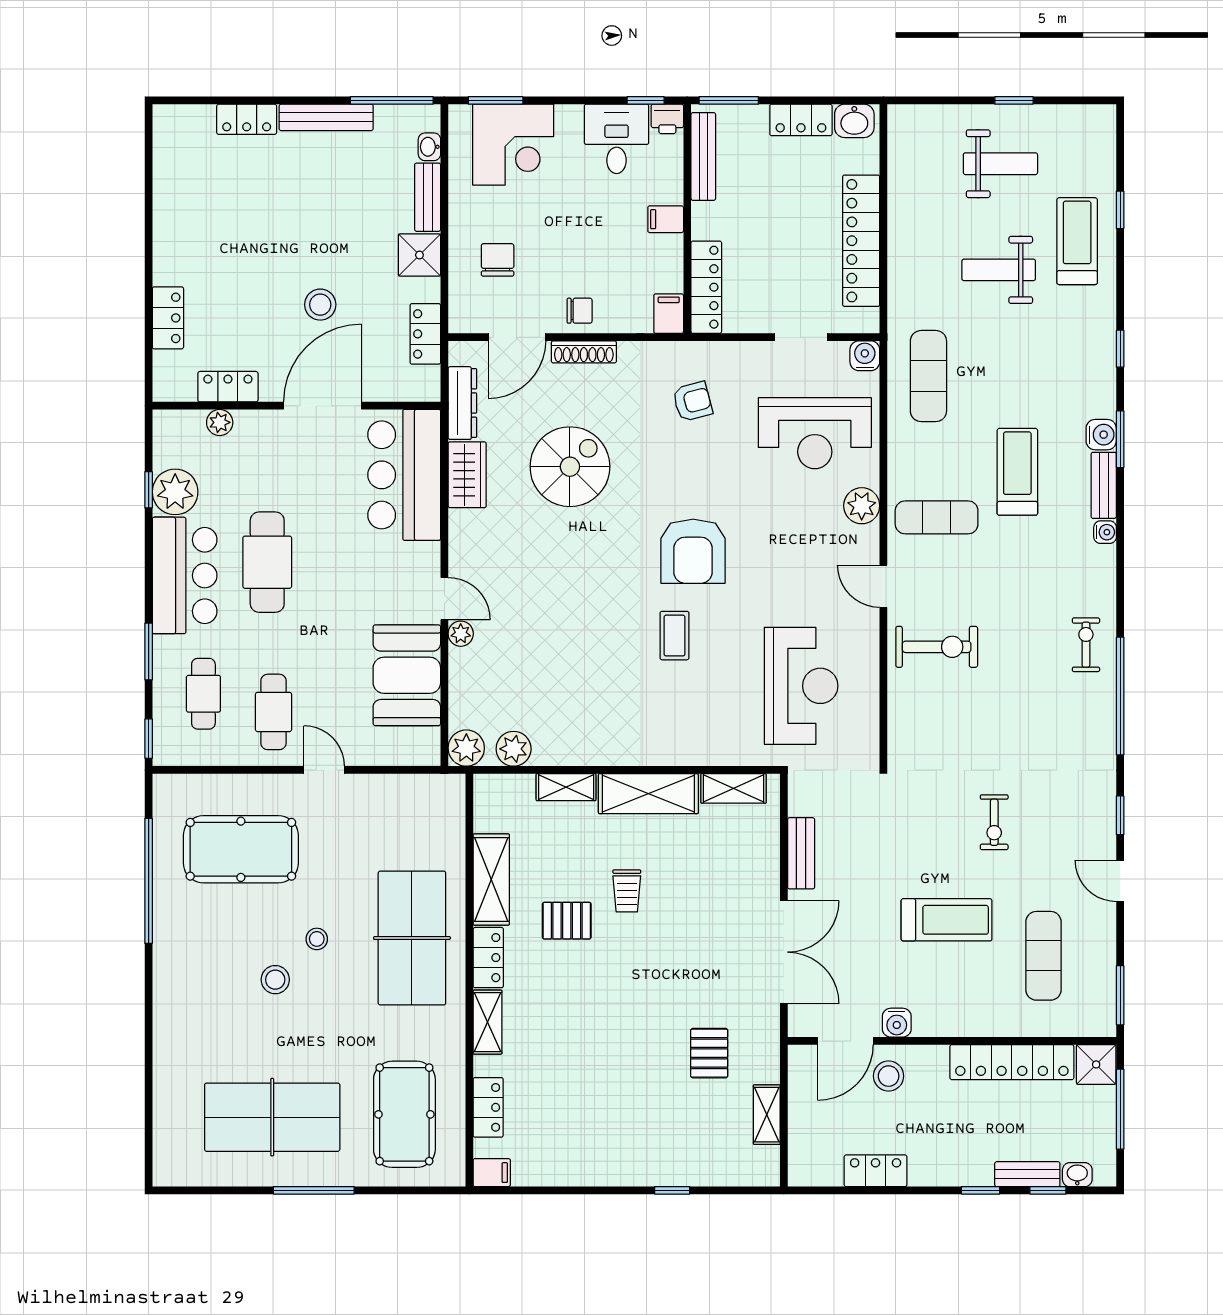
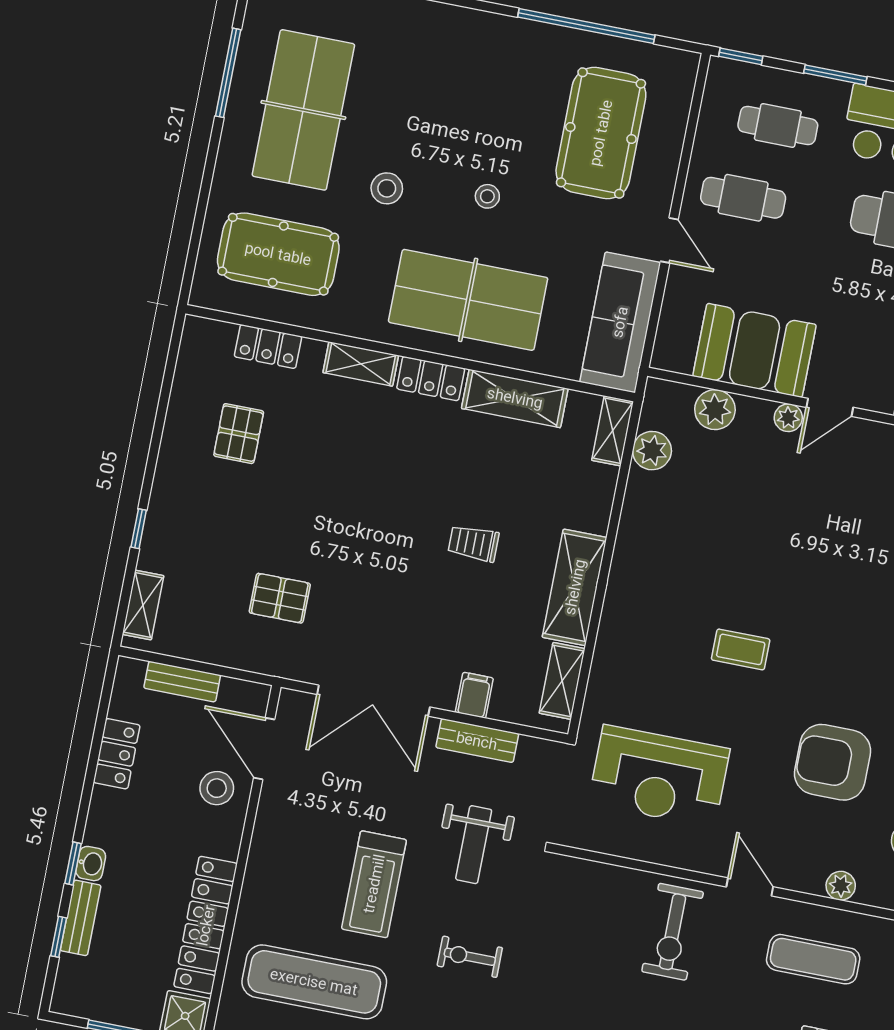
plant: (862, 506) -> (841, 886), width x0.73, depth x0.73
exercise mat: (937, 517) -> (813, 959), turned 90
armchair: (693, 551) -> (833, 762), moved
door: (883, 586) -> (750, 887), hinge flipped
plant: (466, 748) -> (715, 410), moved
door: (324, 770) -> (669, 240), hinge flipped
shelving: (566, 787) -> (613, 431), moved
sofa: (405, 799) -> (620, 322), added
weight bench: (894, 838) -> (474, 845), added
pallet: (567, 921) -> (239, 434), moved
exercise mat: (1043, 956) -> (314, 982), width x1.36, depth x1.45
stool: (275, 980) -> (387, 188), moved
water cooler: (897, 1023) -> (273, 808), removed
shelving: (767, 1115) -> (143, 605), moved, turned 90
bench: (800, 1125) -> (182, 682), added
filing cabinet: (492, 1173) -> (474, 695), moved, turned 180
washbasin: (1077, 1175) -> (91, 864), moved
window: (314, 1190) -> (228, 73), moved

